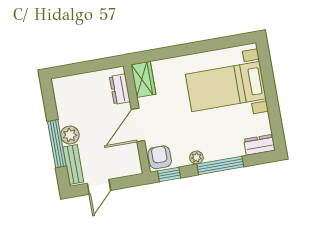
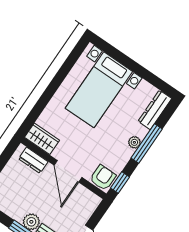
dresser: (259, 145) -> (155, 110), width x1.44
armchair: (160, 157) -> (103, 178), turned 90
plant: (196, 158) -> (134, 142), moved

